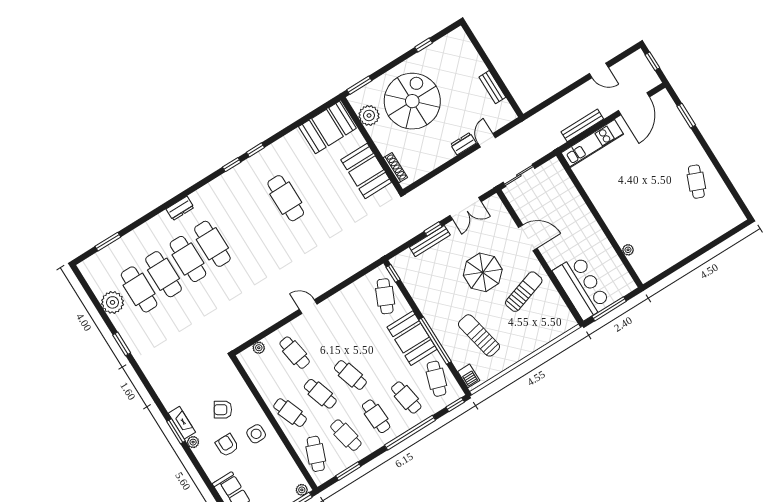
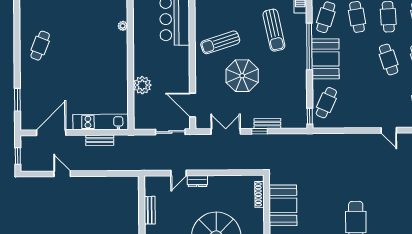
bench: (582, 125) -> (100, 140), width x0.73
plant: (574, 204) -> (142, 85), added
door: (528, 238) -> (193, 105), moved
bench: (430, 241) -> (267, 124), width x0.73

